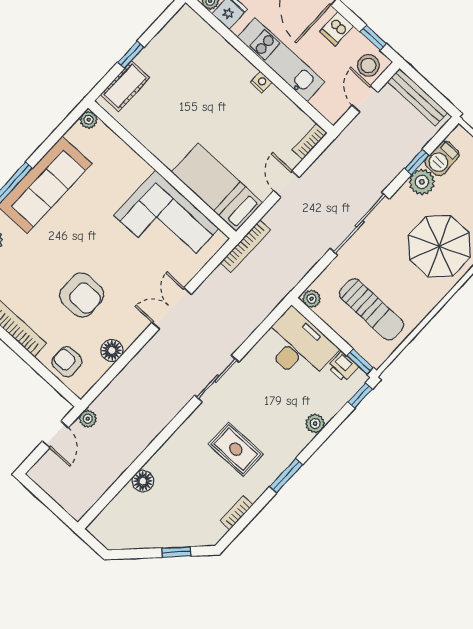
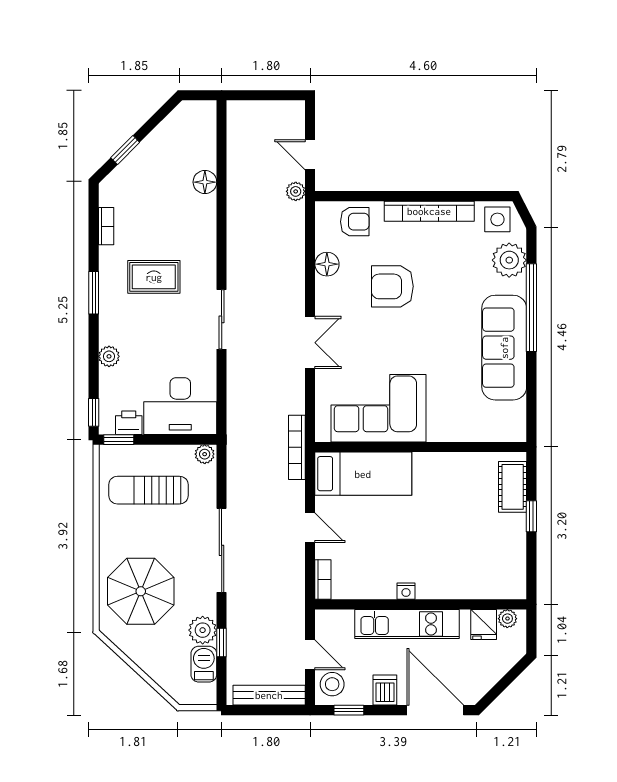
plant: (89, 120) -> (517, 433), removed

